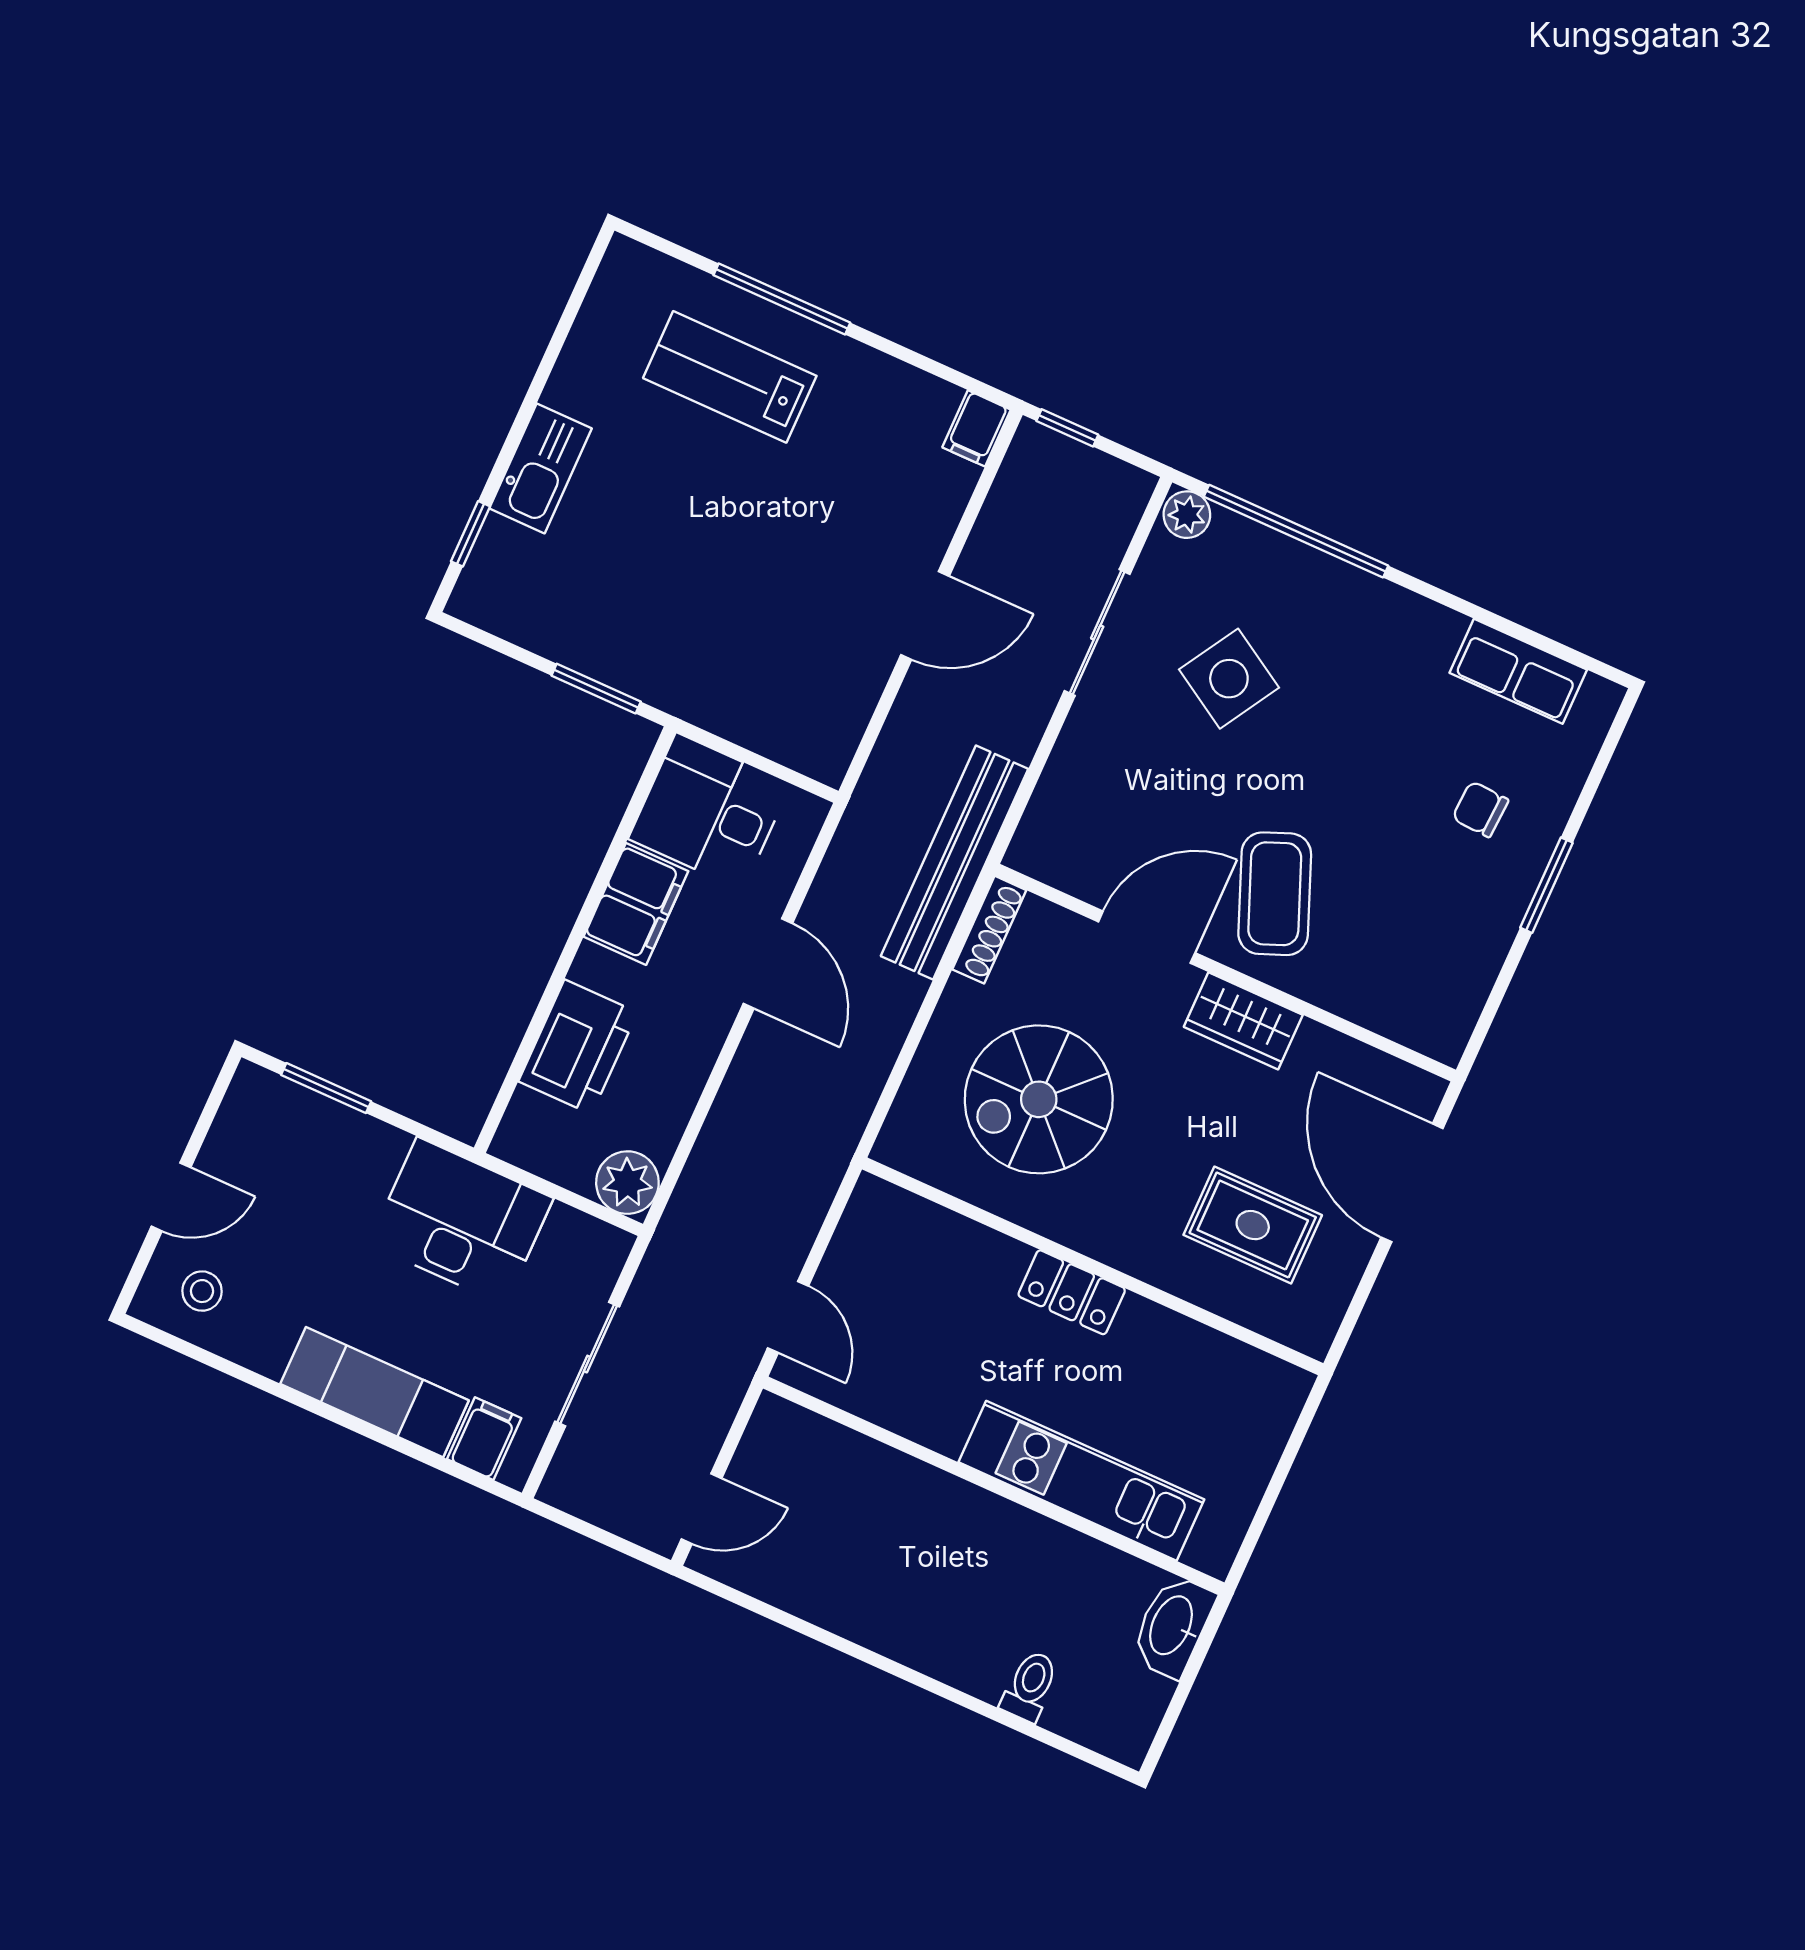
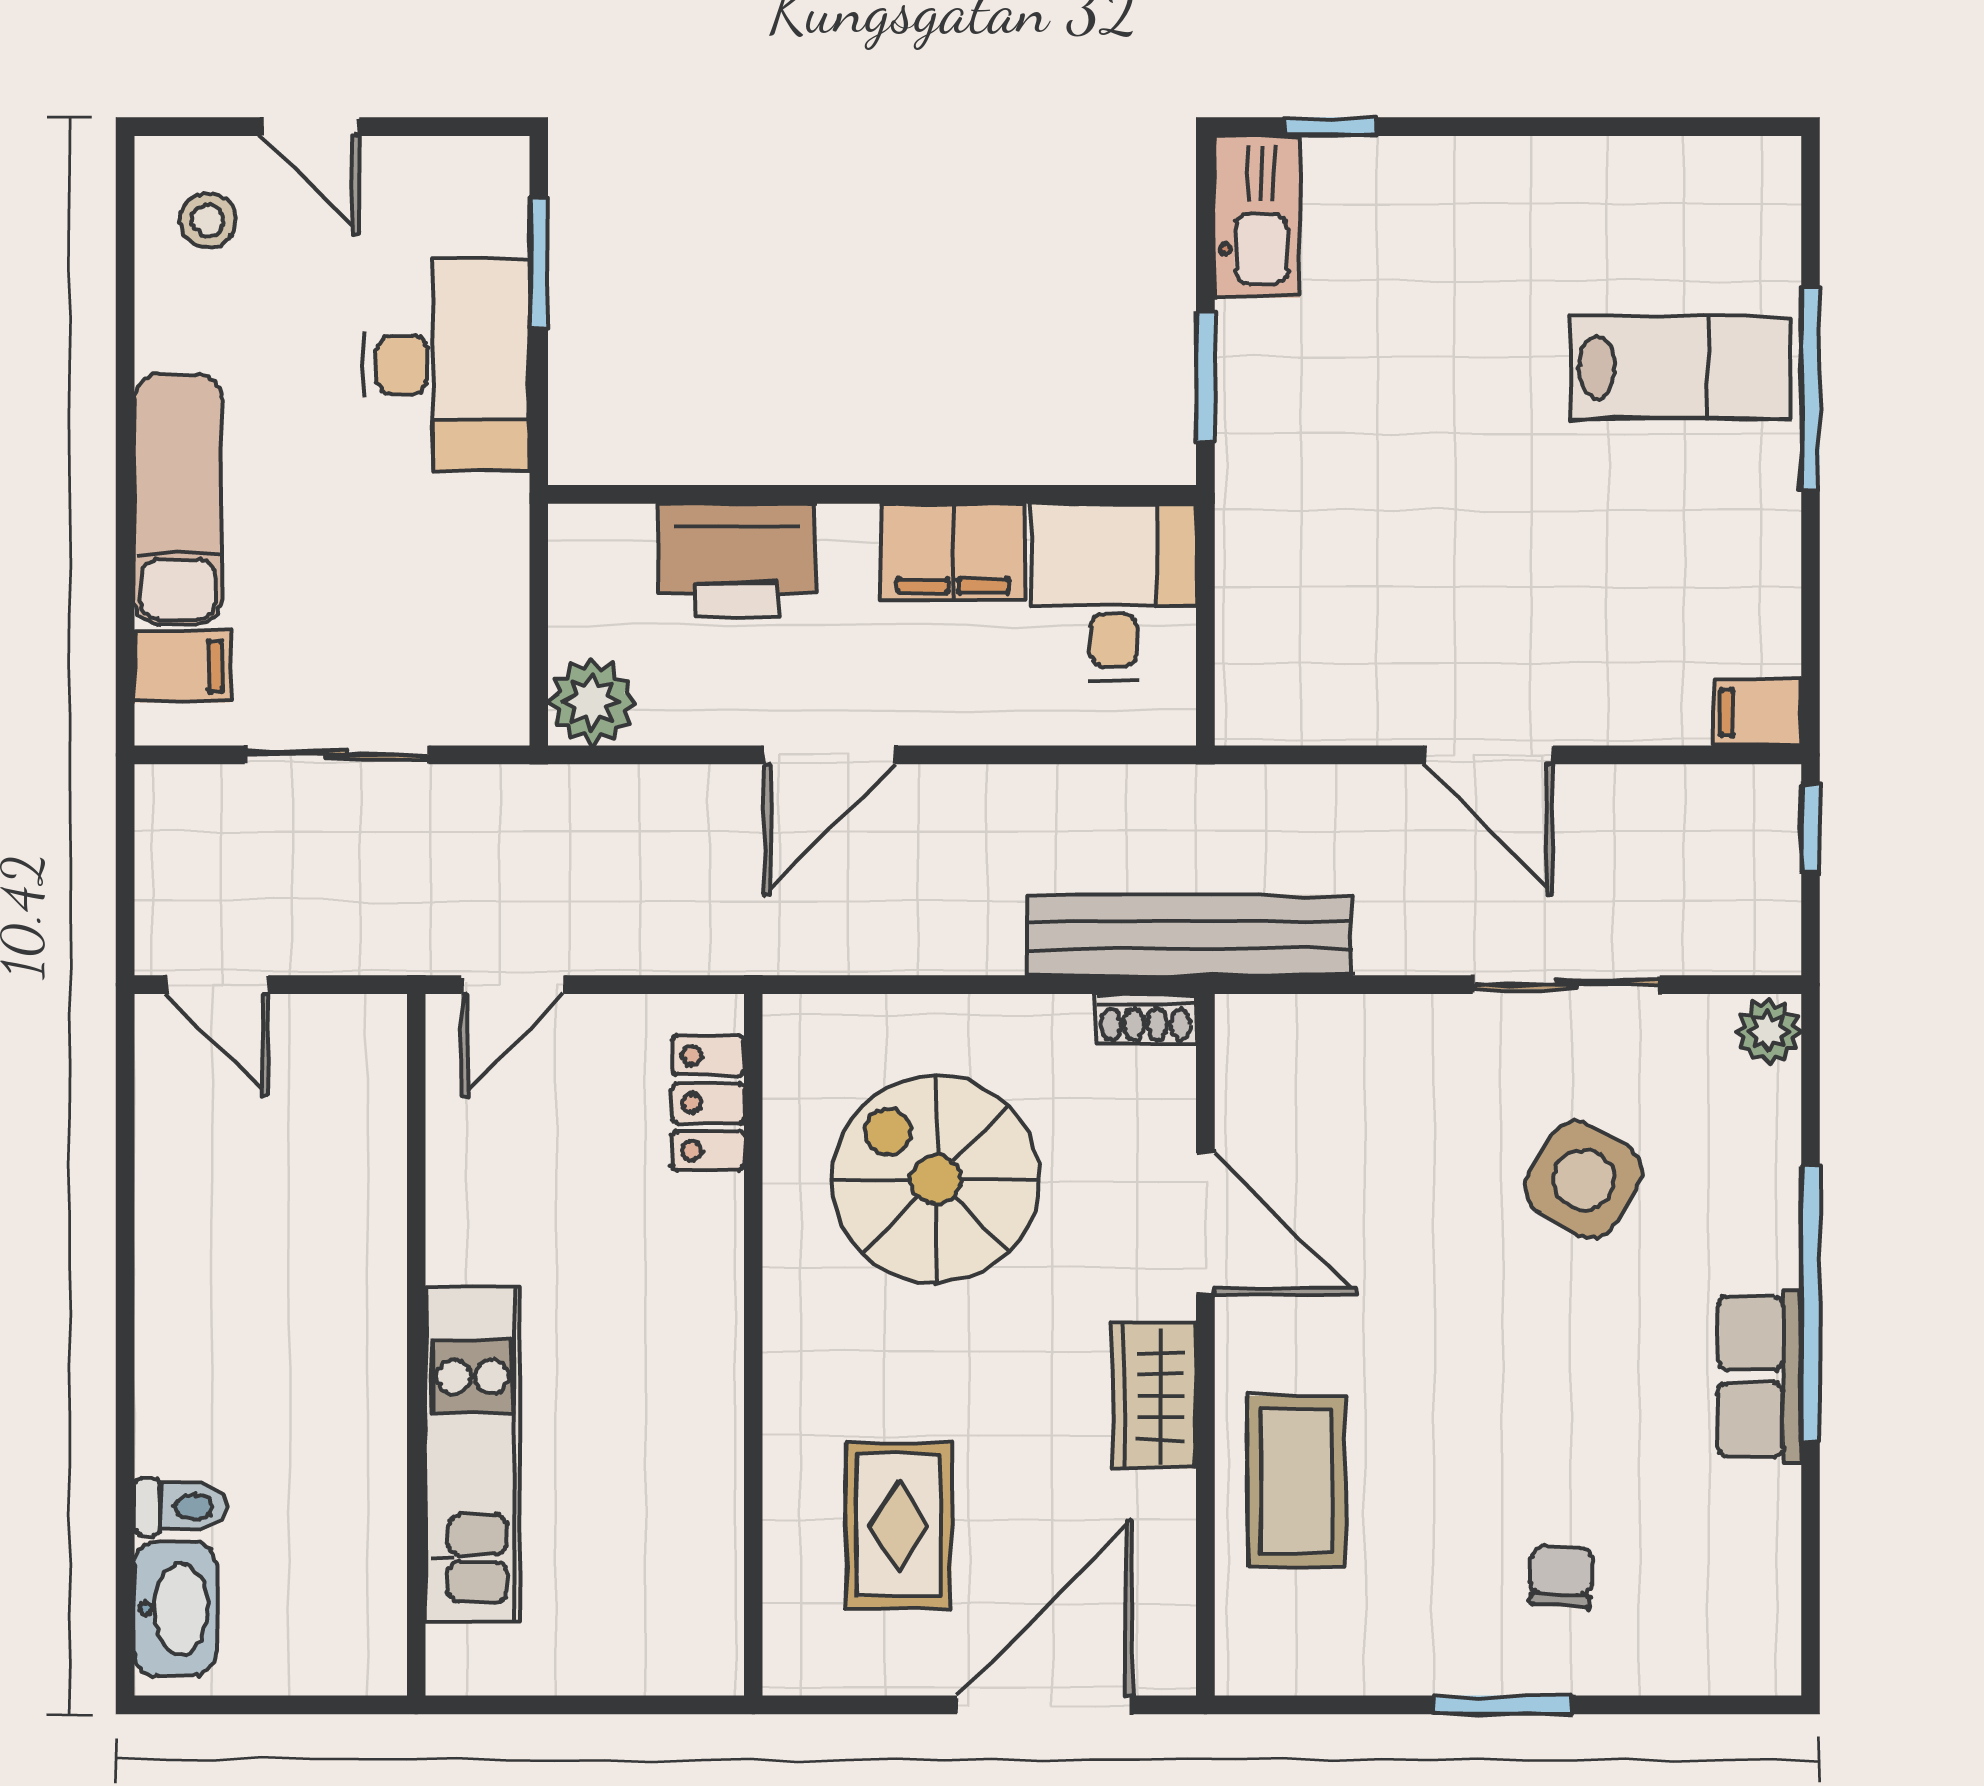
lab bench: (730, 377) -> (1681, 368), turned 90
kitchen sink: (541, 468) -> (1257, 217), moved, turned -90
window: (1296, 531) -> (1811, 1304), moved
row of seats: (1518, 671) -> (1760, 1376), moved
coffee table: (1275, 894) -> (1296, 1481), moved, turned -68
shoe rack: (989, 930) -> (1146, 1018), width x0.70
door: (768, 964) -> (830, 755), moved
desk: (461, 1221) -> (447, 364), moved
locker: (1072, 1292) -> (708, 1103), moved
washbasin: (1173, 1626) -> (175, 1609), moved, turned 90

